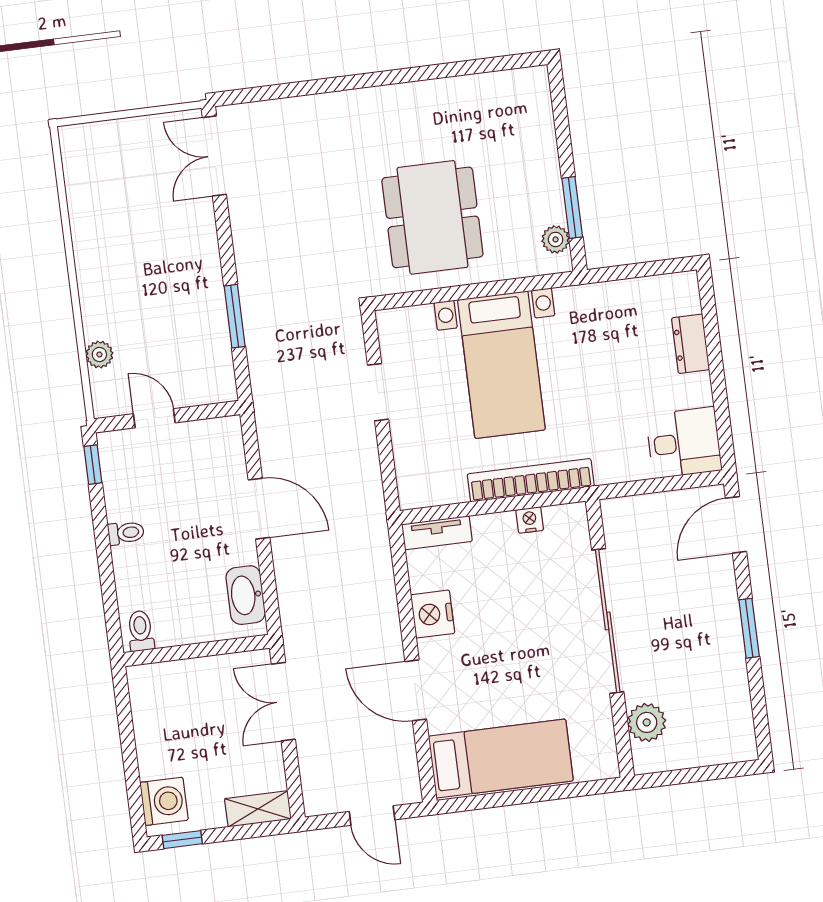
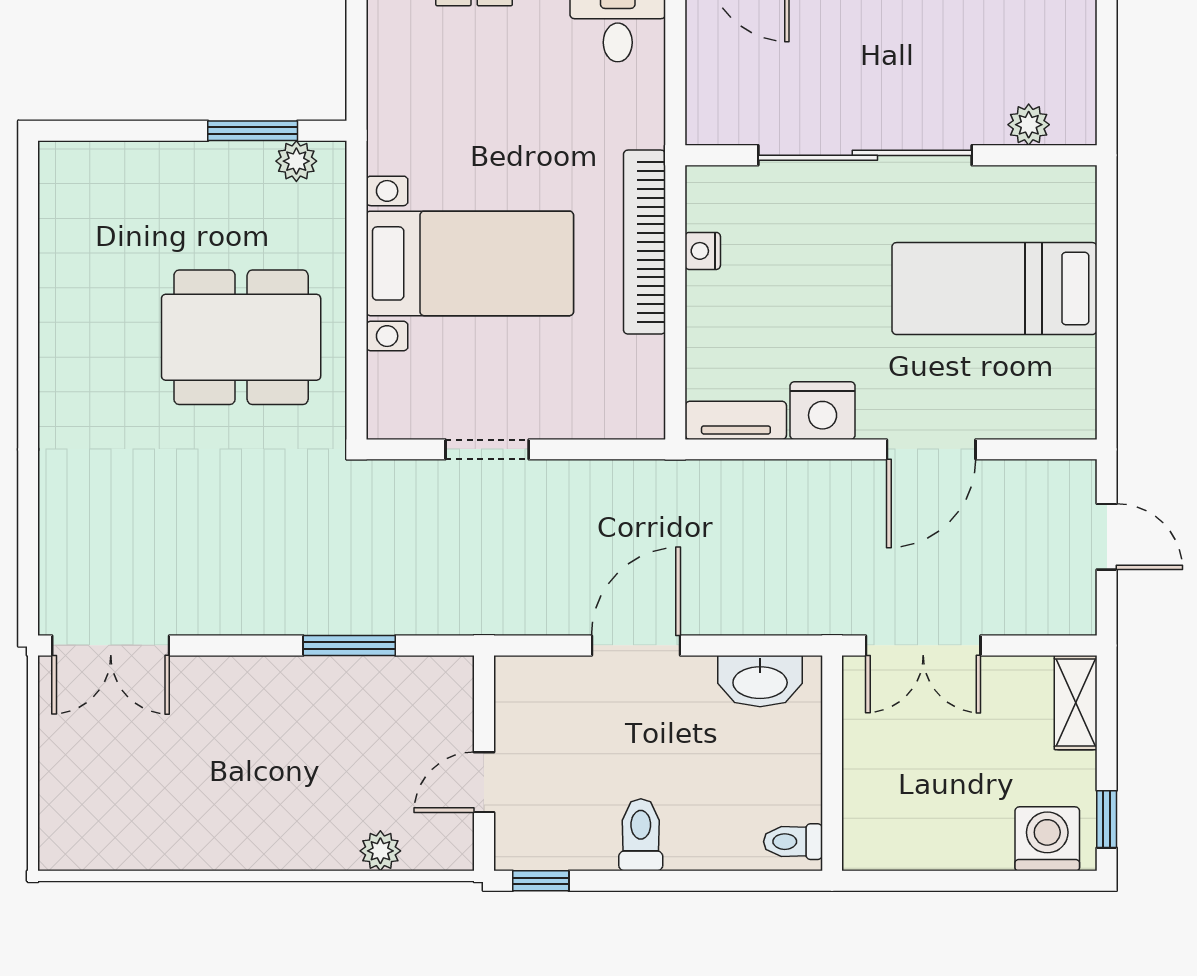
toilet: (126, 533) -> (641, 835), width x1.37, depth x1.39
tv unit: (437, 533) -> (736, 420), moved, turned -90
plant: (647, 722) -> (1029, 125), width x0.73, depth x0.73
bed: (501, 758) -> (994, 289), moved, turned -90
door: (372, 816) -> (1107, 537), hinge flipped

